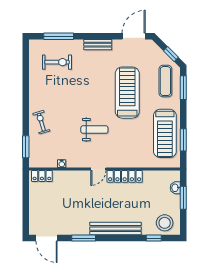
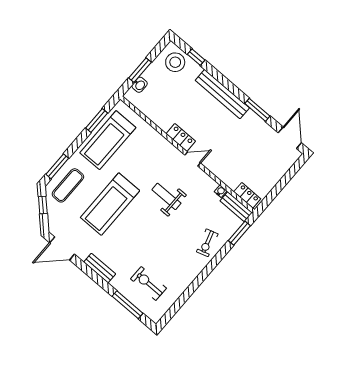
treadmill: (165, 133) -> (108, 140), turned 180
bench: (43, 162) -> (236, 207), added
locker: (125, 176) -> (181, 137), width x0.66

